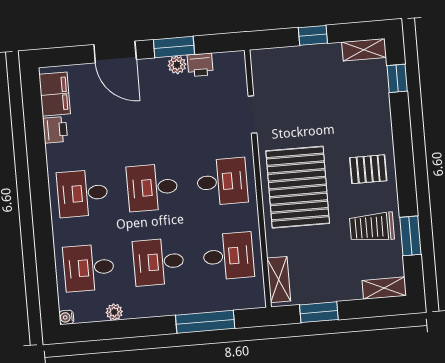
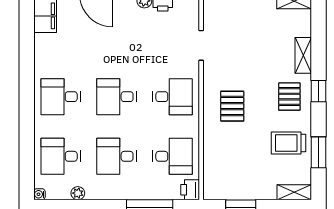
window: (397, 78) -> (319, 91), moved
printer: (55, 130) -> (190, 190), moved, turned 180
pallet: (368, 169) -> (289, 97), turned 90
pallet: (298, 187) -> (232, 106), width x0.49, depth x0.50
shelving: (279, 280) -> (303, 55), moved

